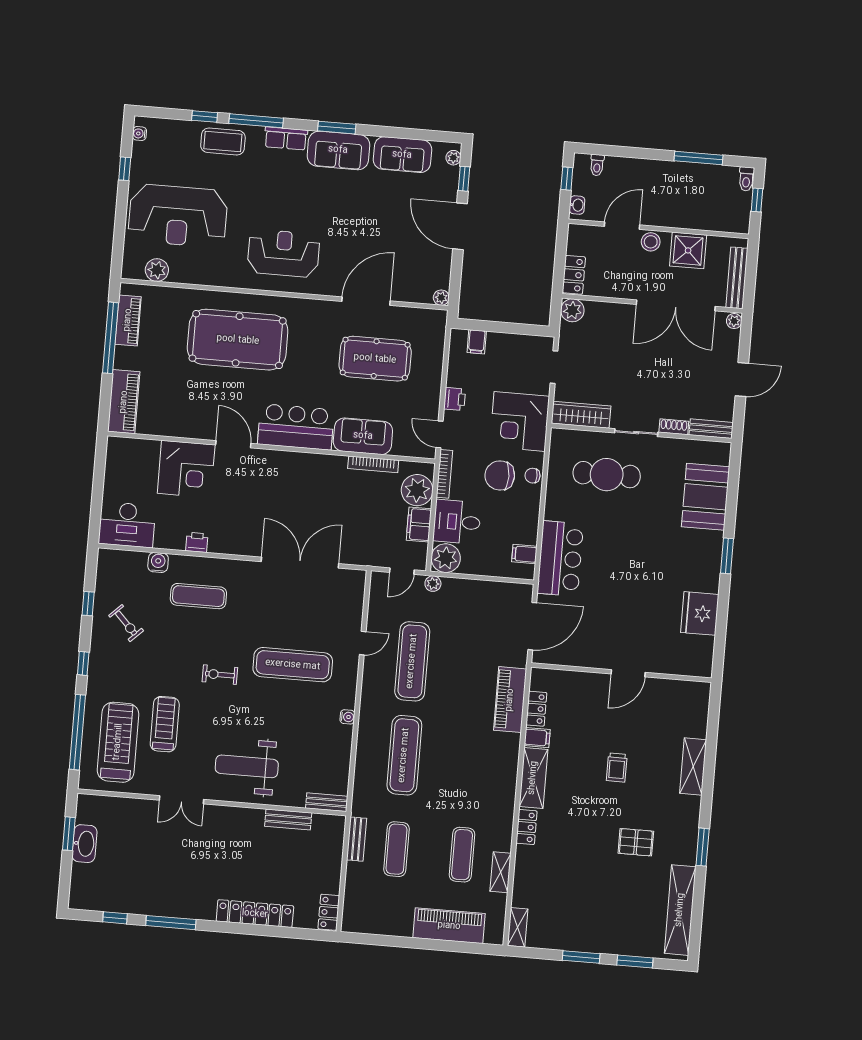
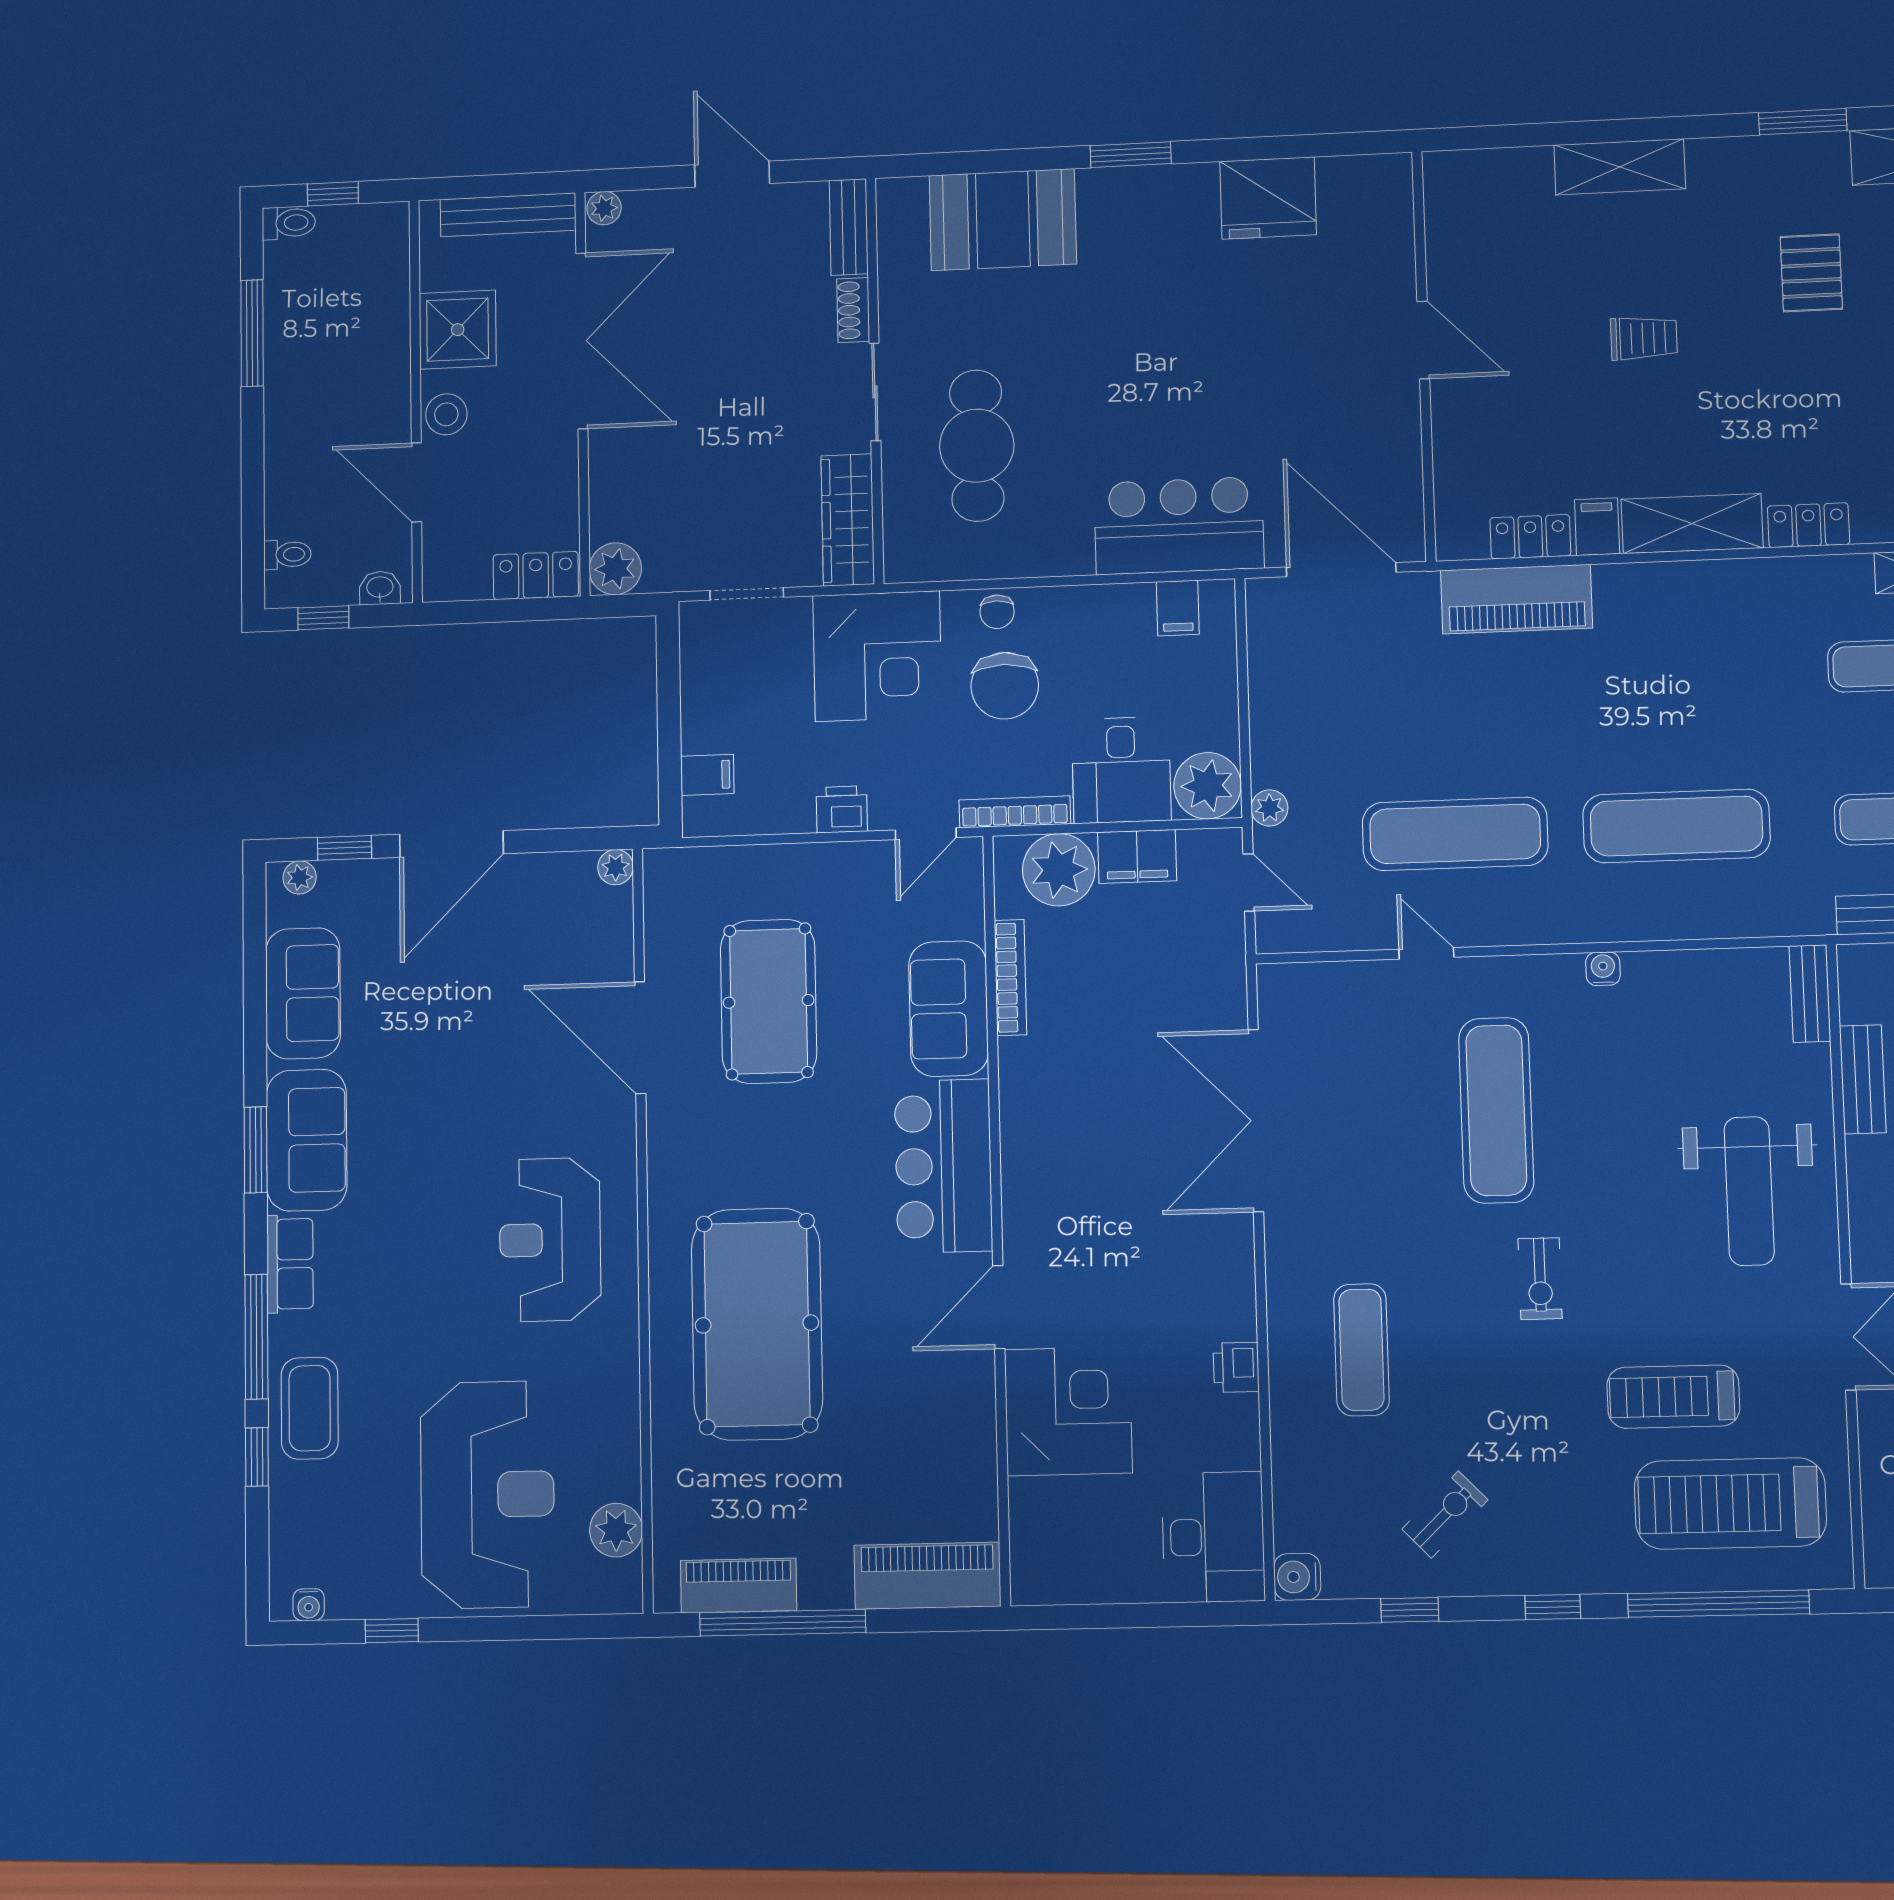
water cooler: (158, 562) -> (1297, 1577), moved

